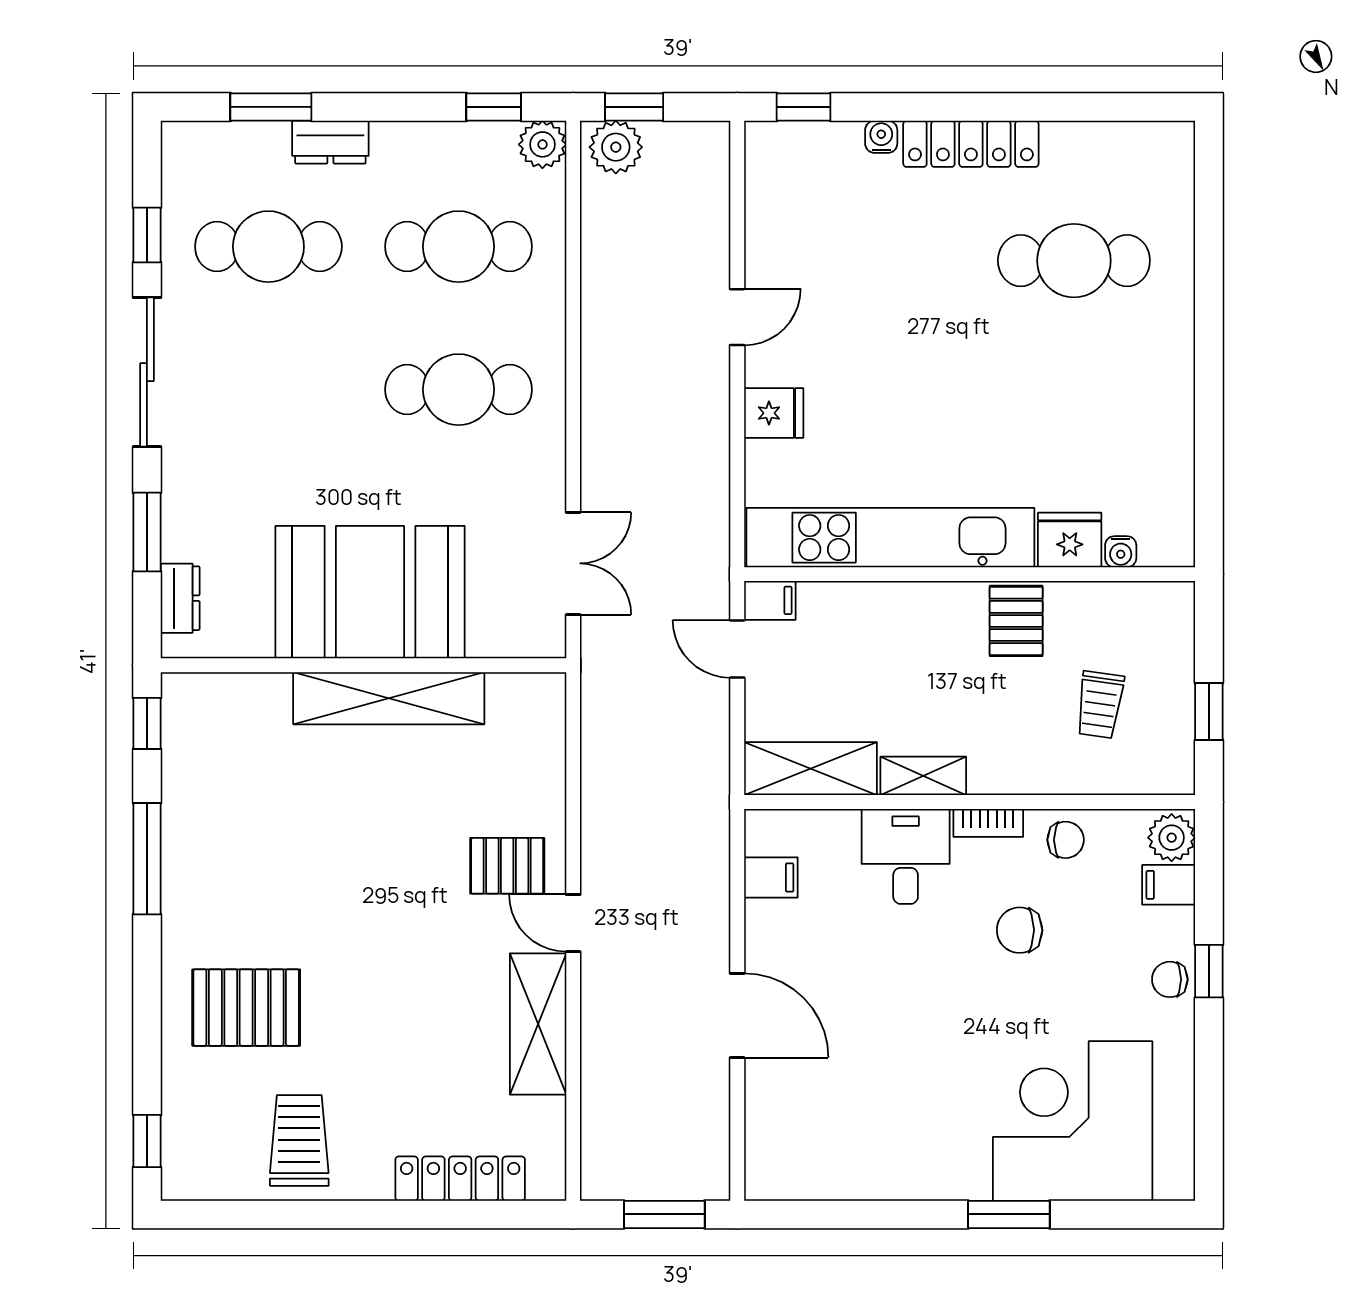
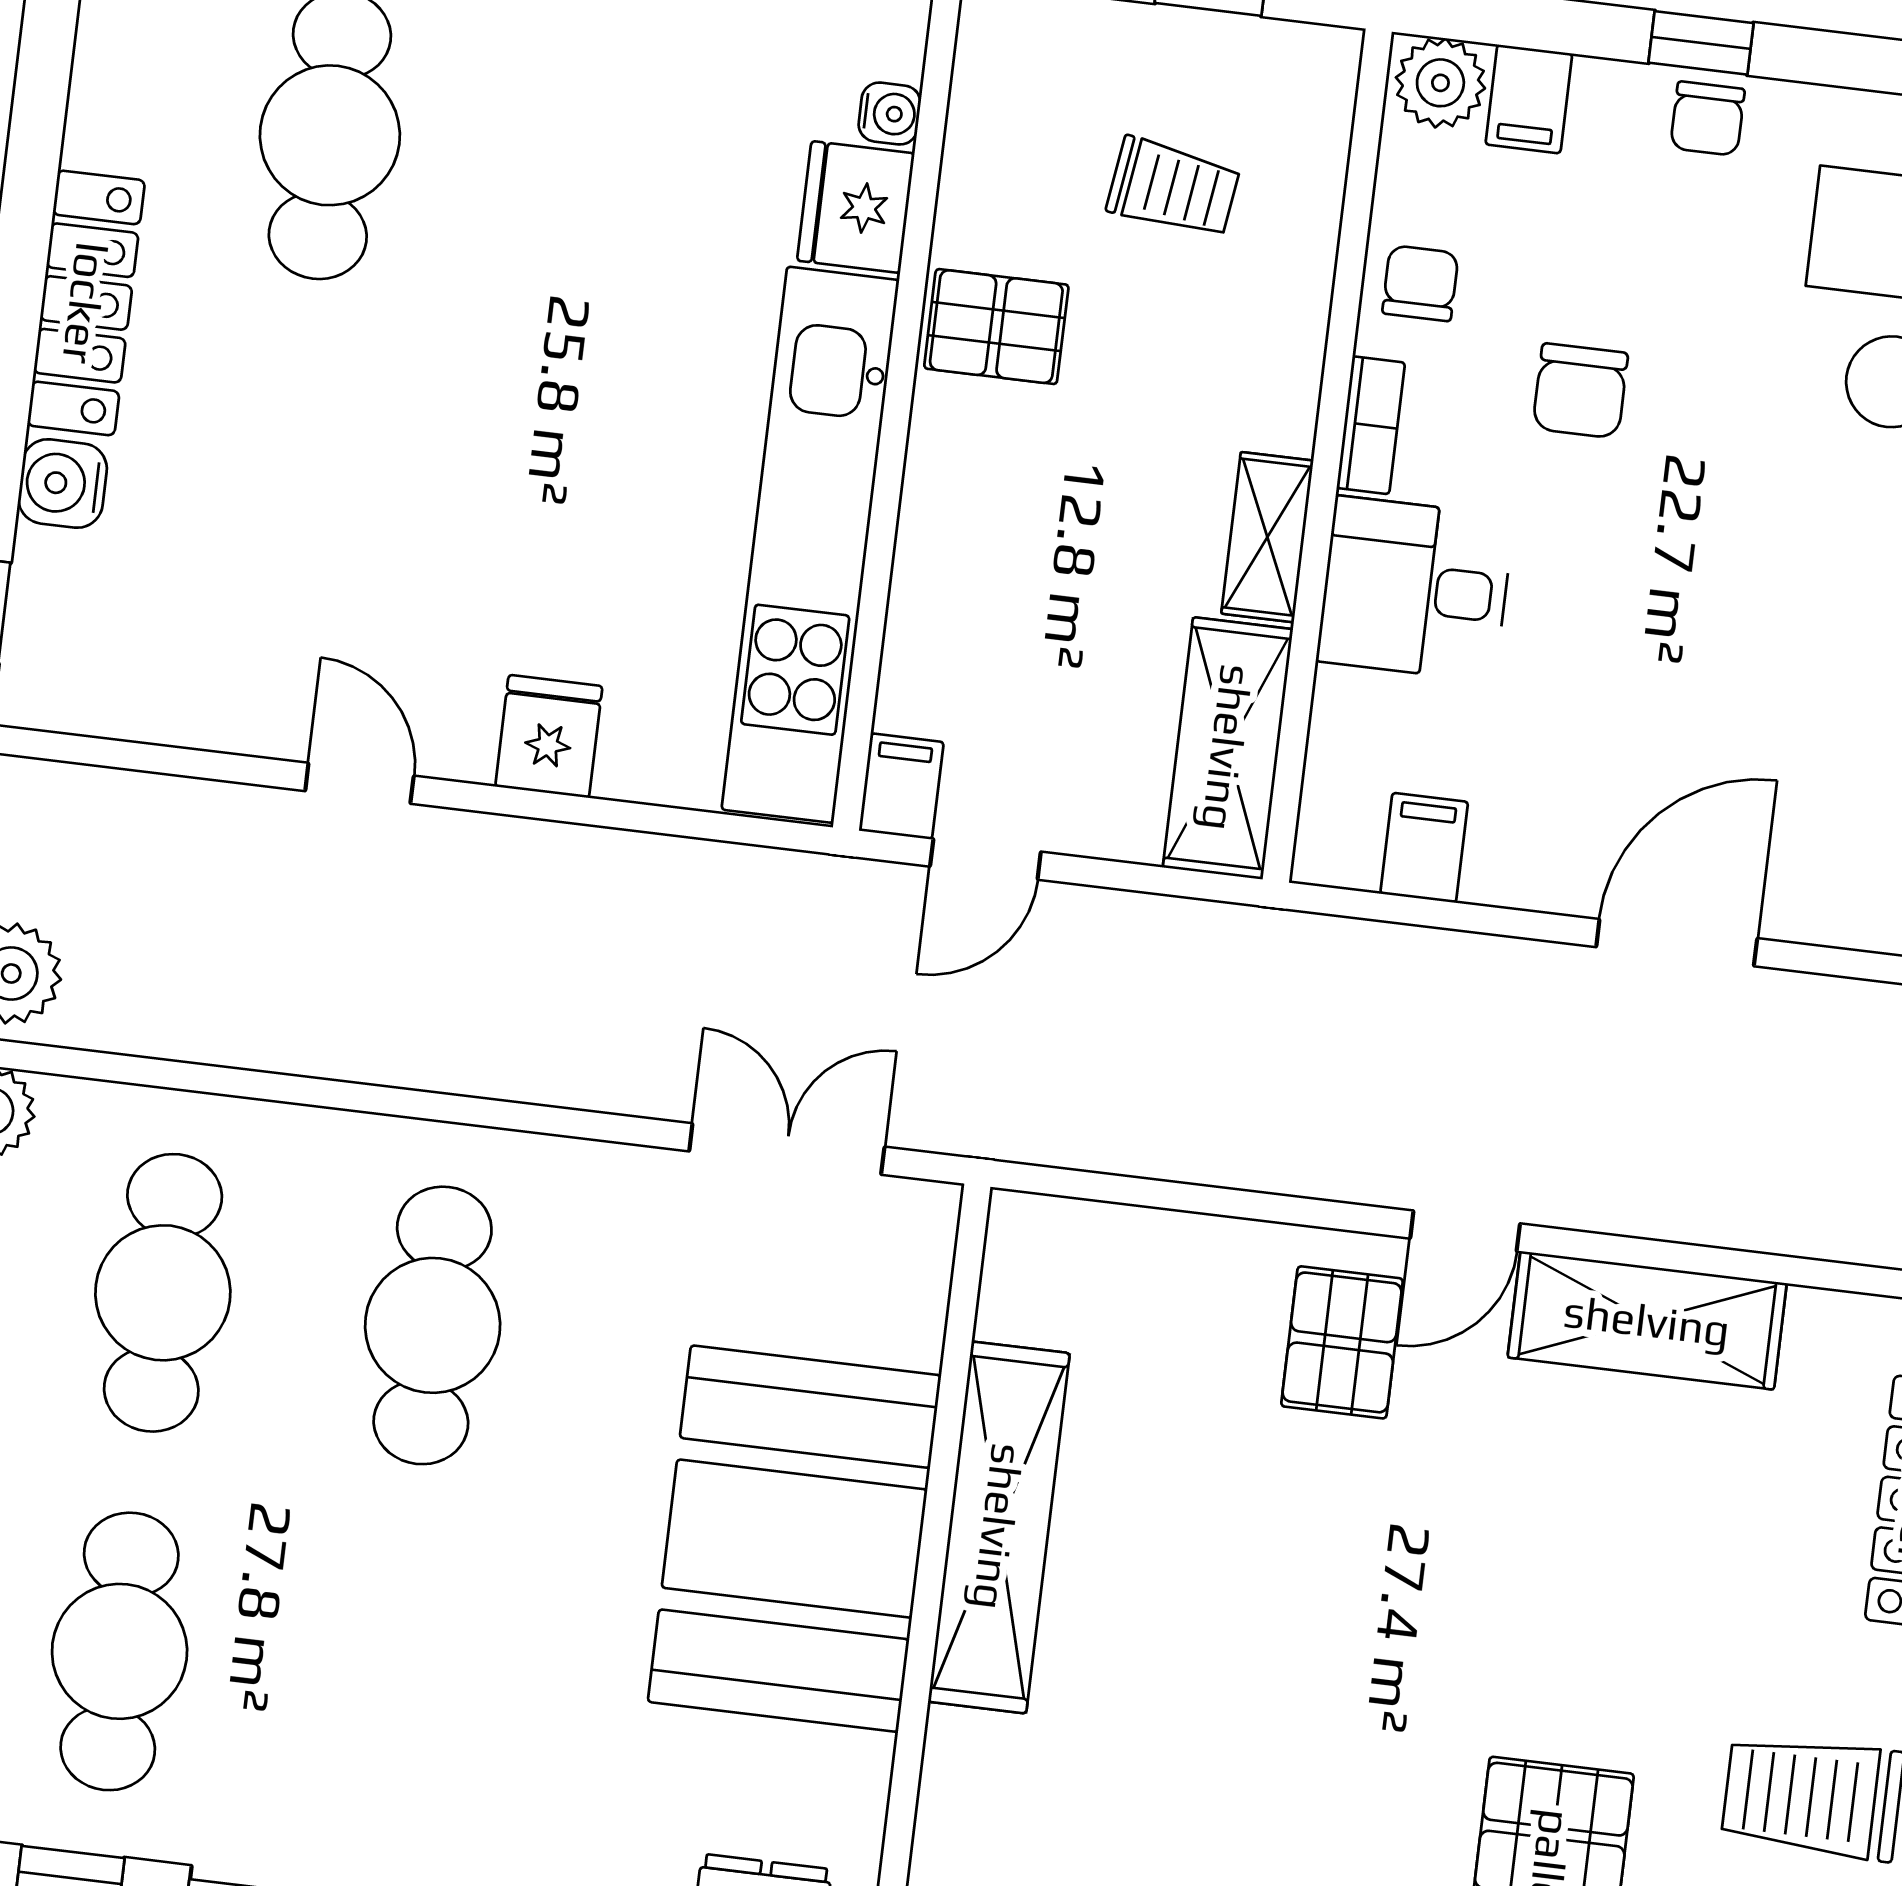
water cooler: (881, 137) -> (63, 484), width x1.38, depth x1.38

